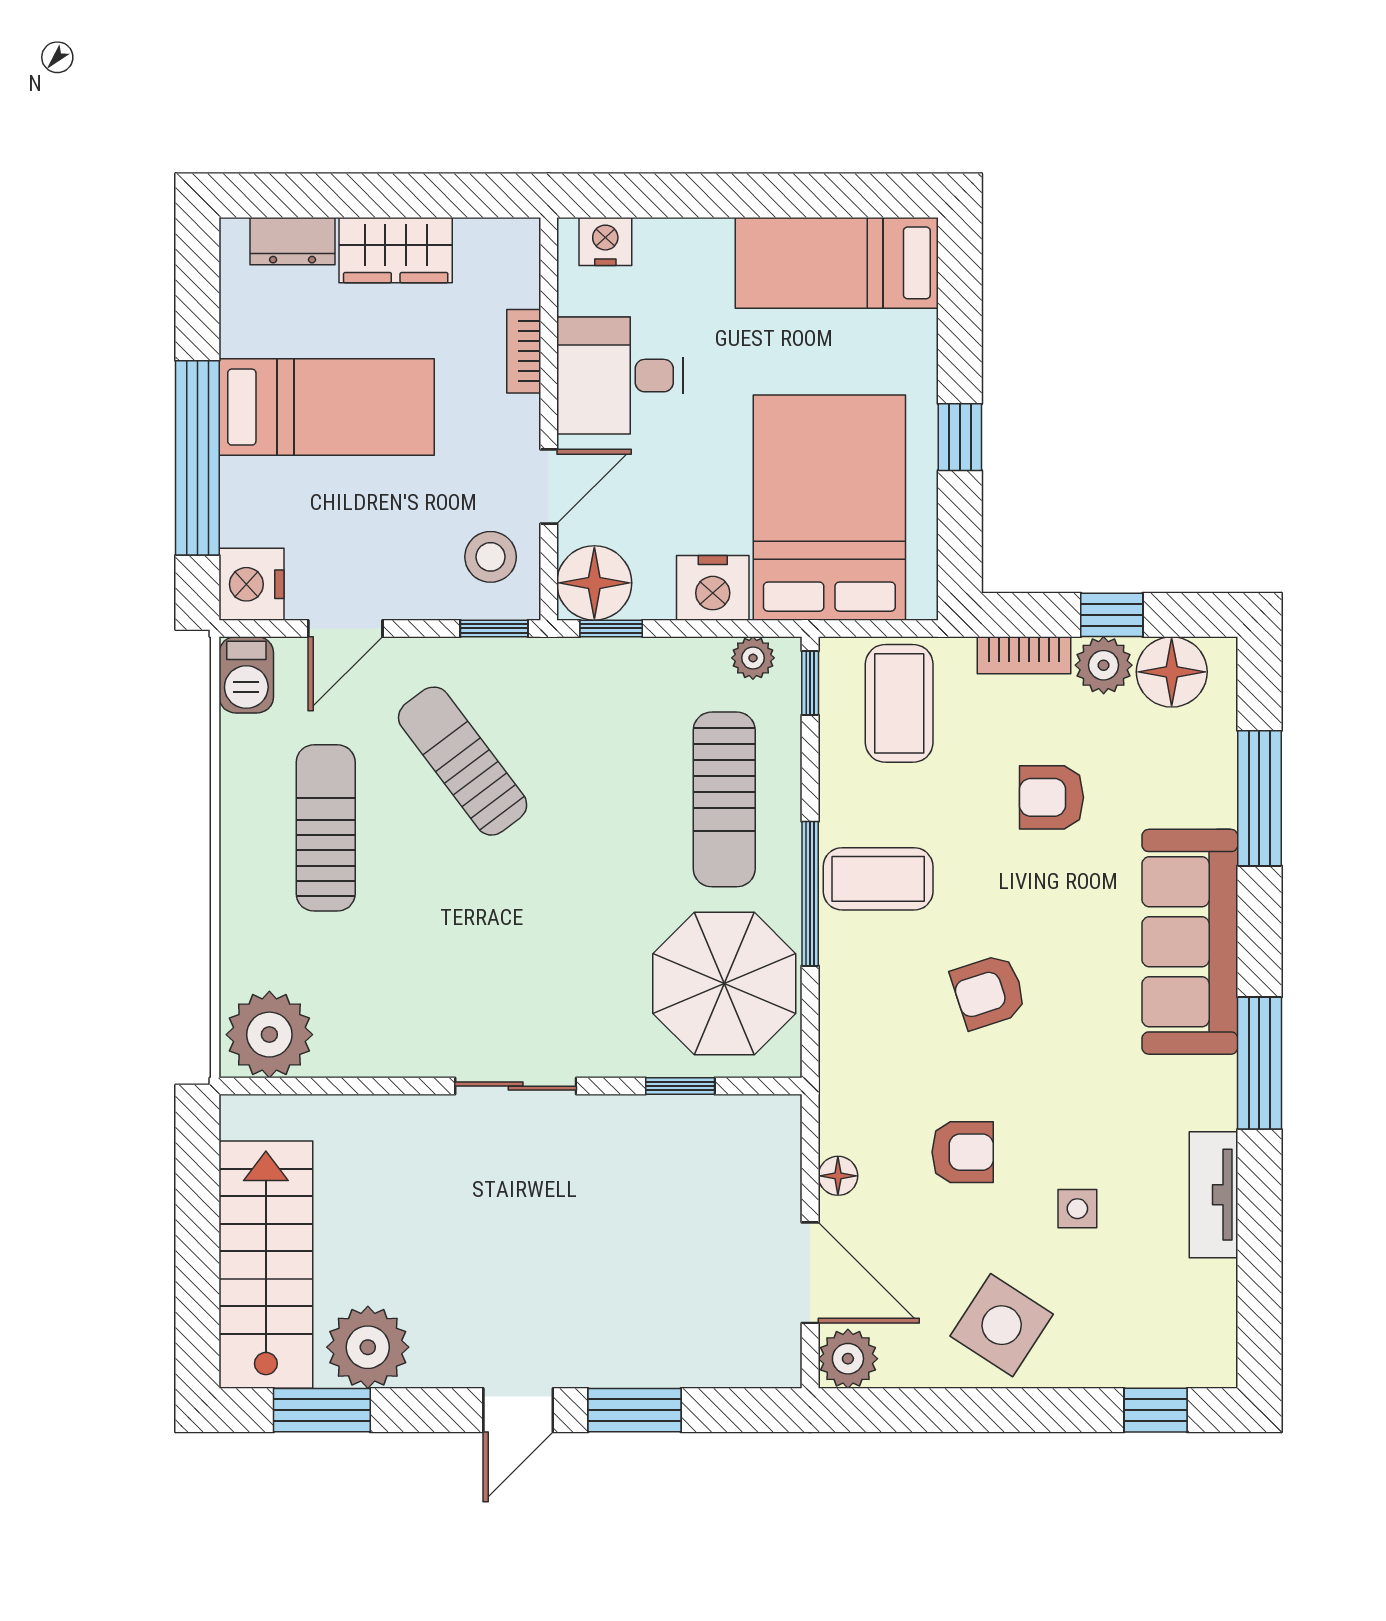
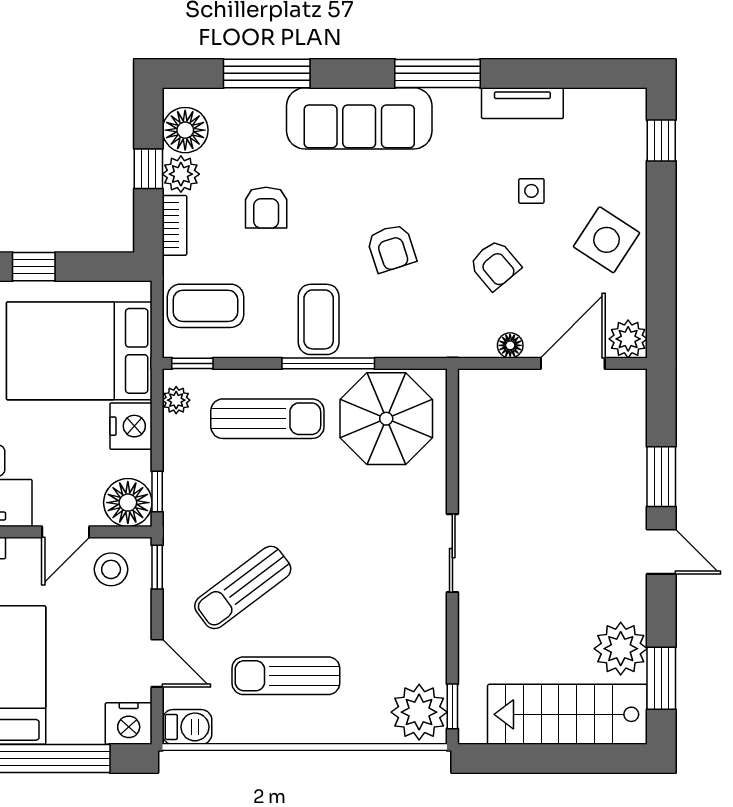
door: (549, 487) -> (66, 532), swing flipped
window: (680, 1086) -> (452, 706), moved
armchair: (963, 1152) -> (495, 265), turned 140

